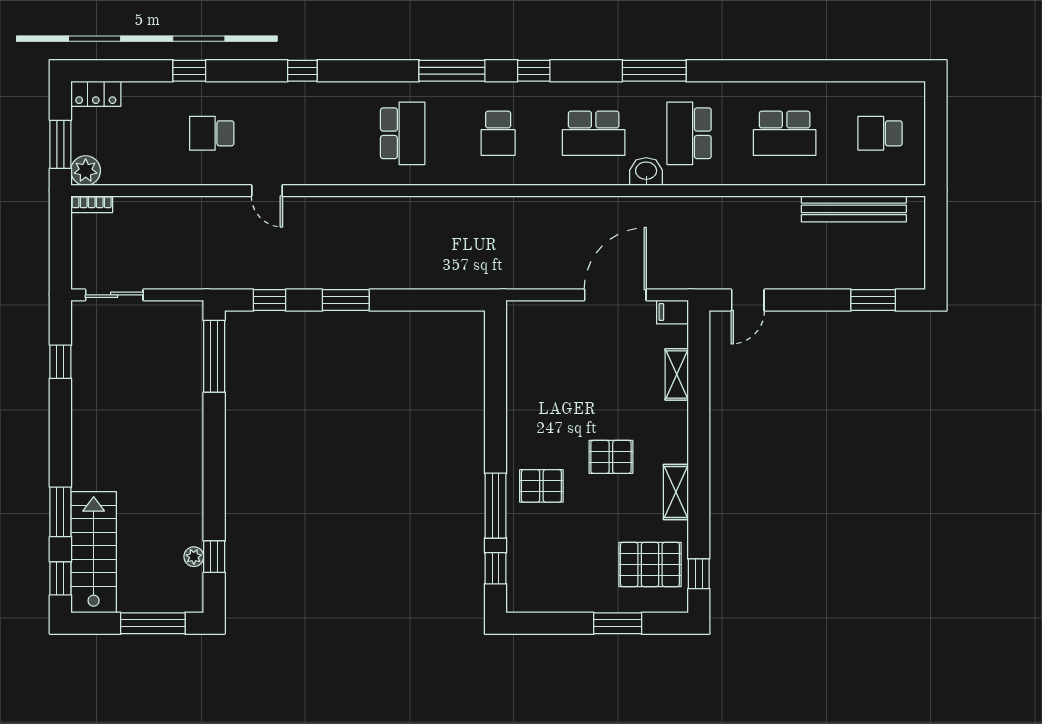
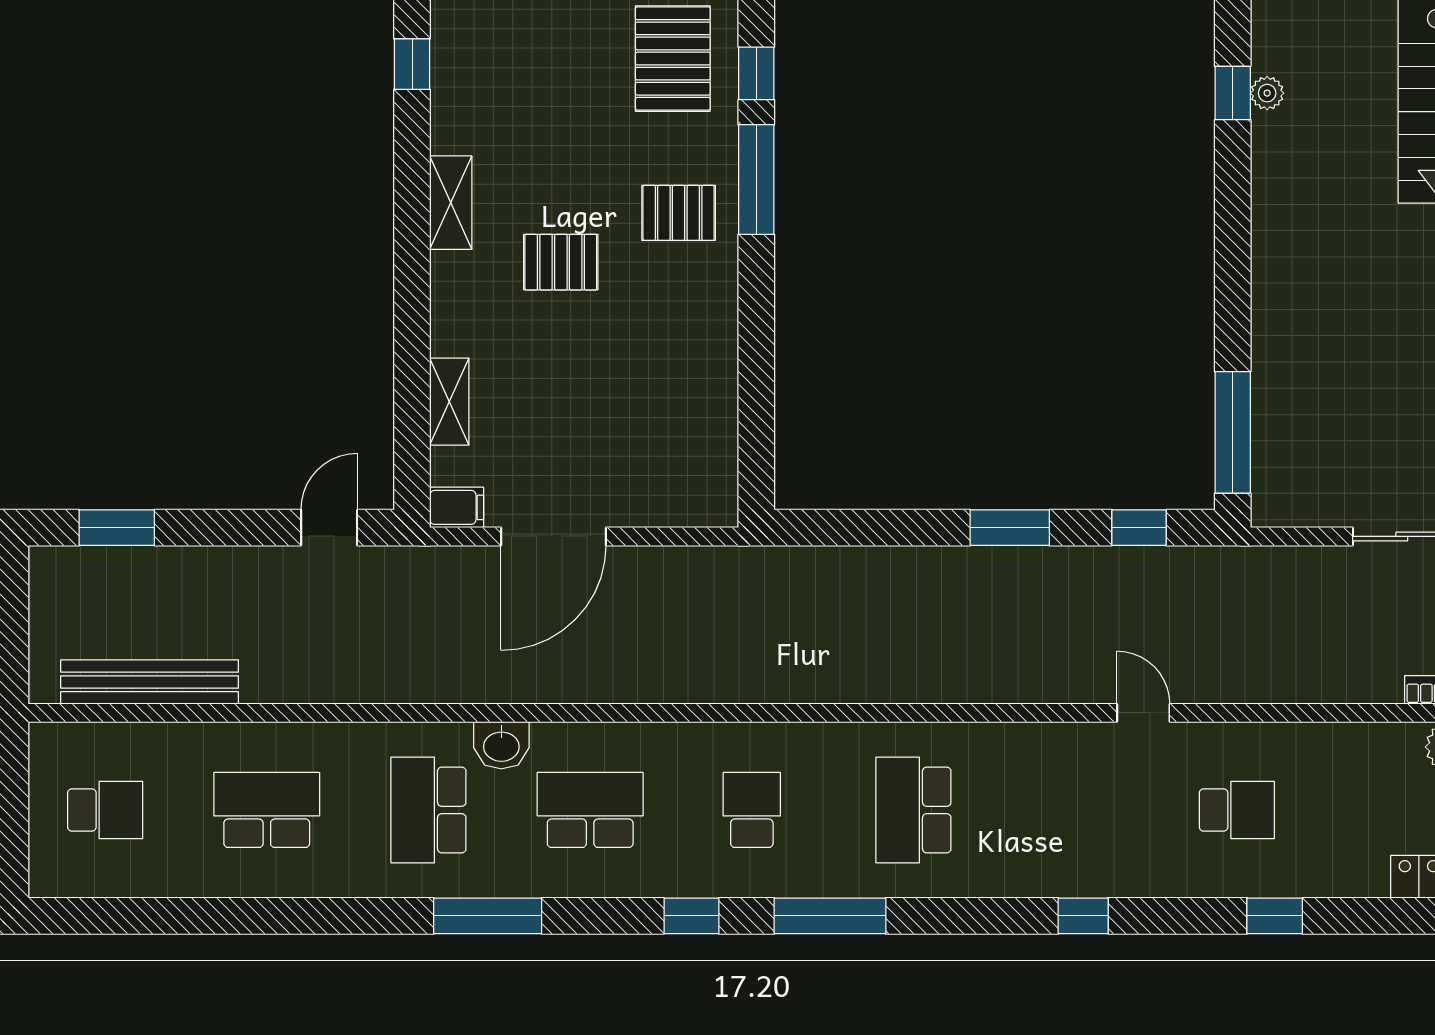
school desk: (689, 133) -> (428, 810), turned 180
pallet: (650, 564) -> (673, 59), moved, turned 90

